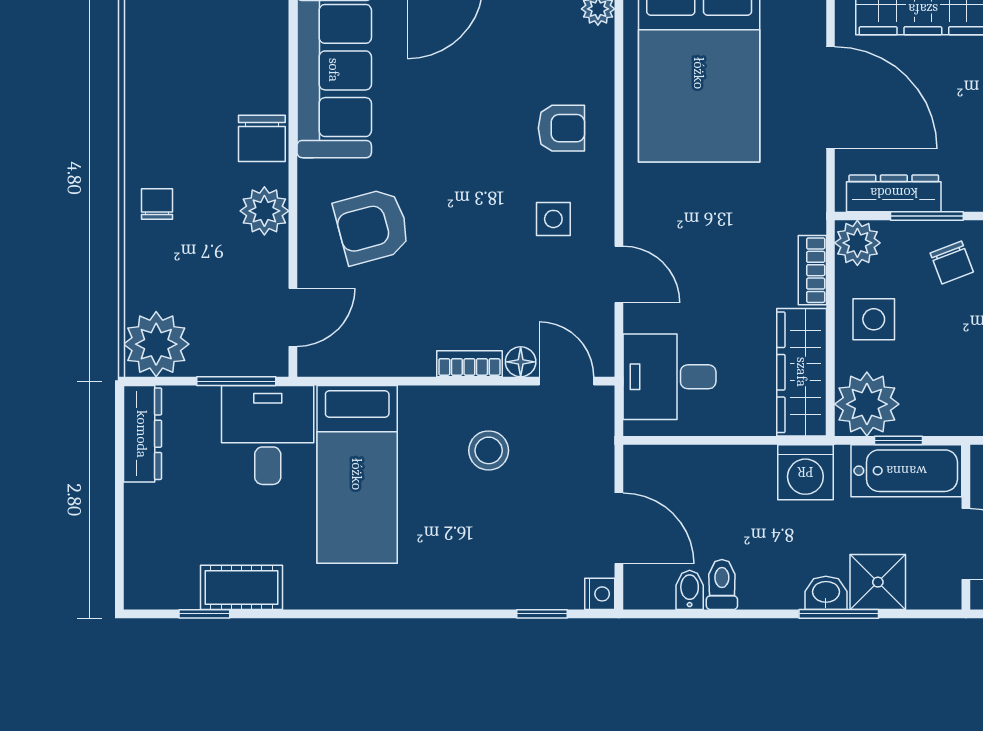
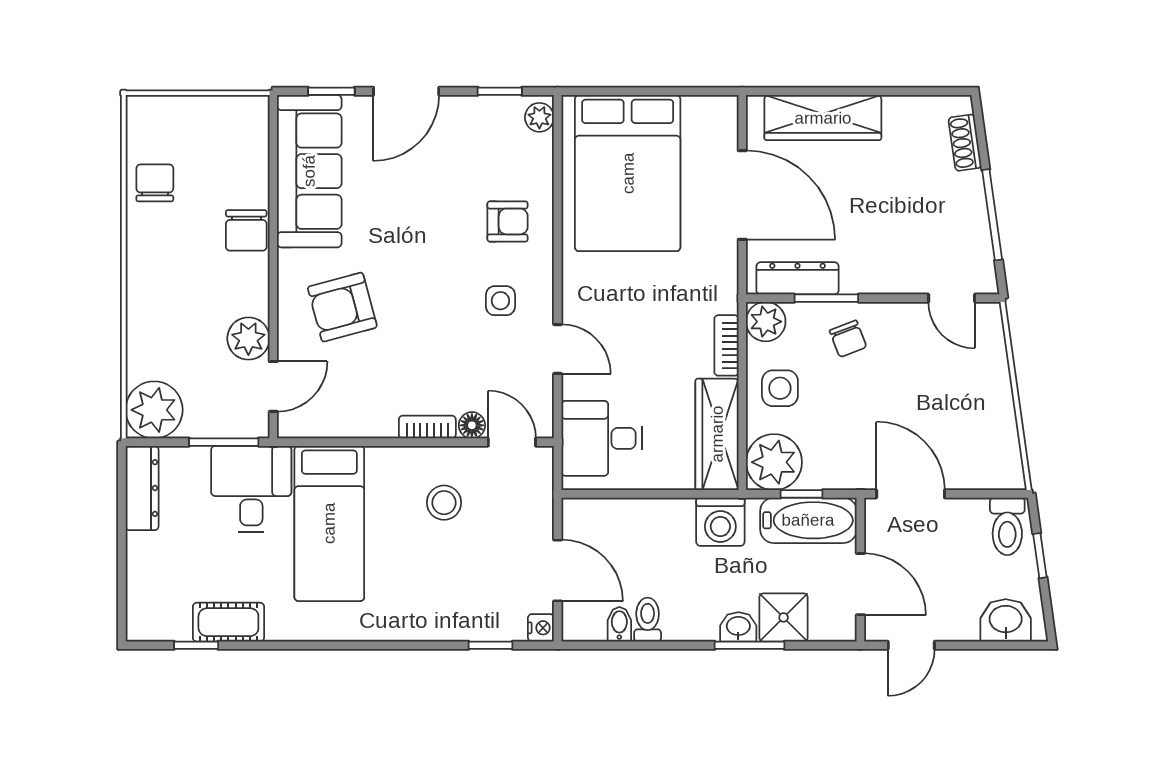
chair: (157, 204) -> (155, 183), moved, width x1.37, depth x1.37
plant: (264, 211) -> (248, 338), moved

